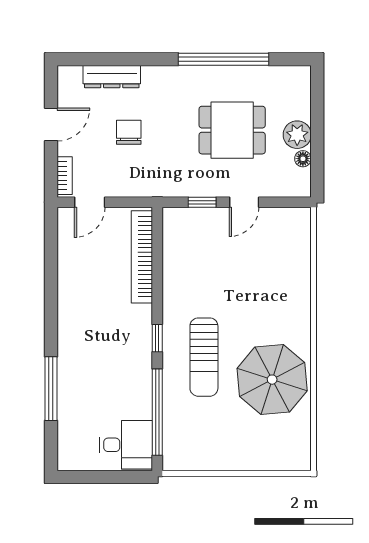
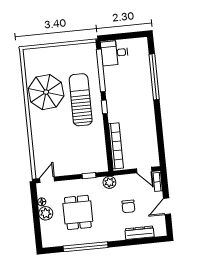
dining table: (232, 130) -> (78, 212), turned 90
plant: (162, 185) -> (109, 182), added
door: (90, 202) -> (144, 170), swing flipped
door: (244, 202) -> (47, 180), moved
sun lounger: (204, 357) -> (81, 100), width x1.36, depth x1.34
window: (51, 389) -> (154, 77), width x1.46

